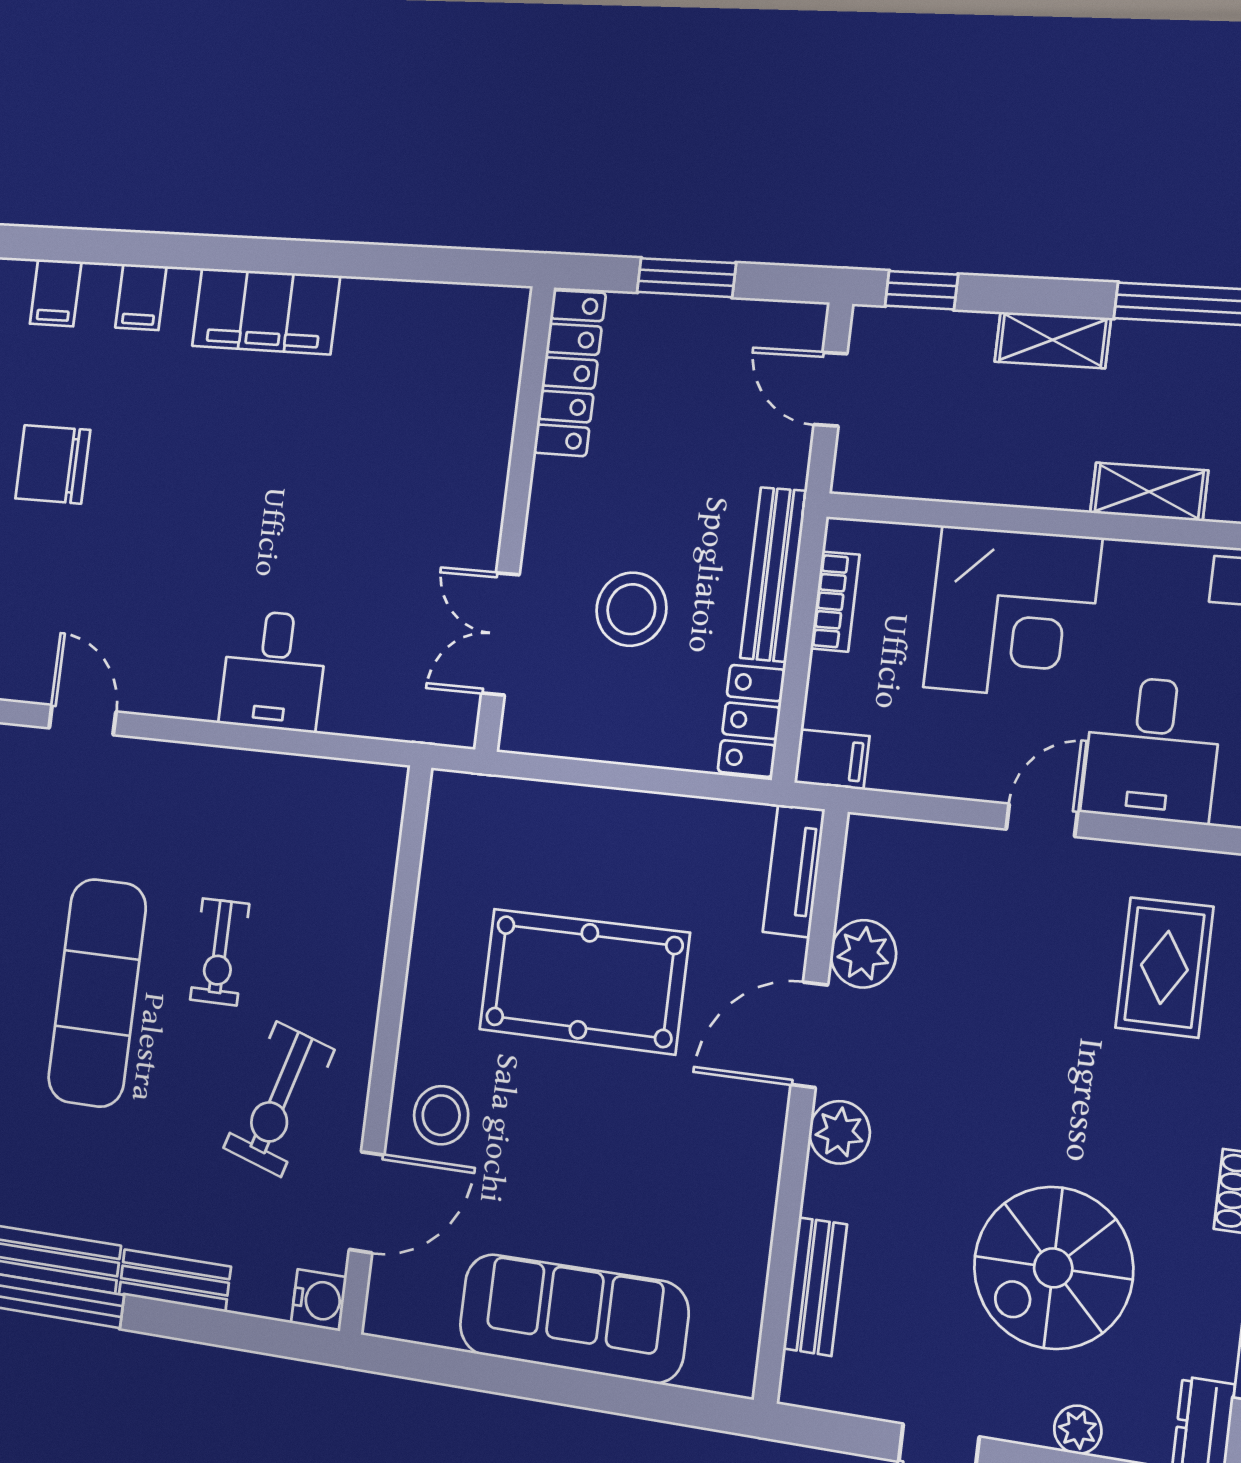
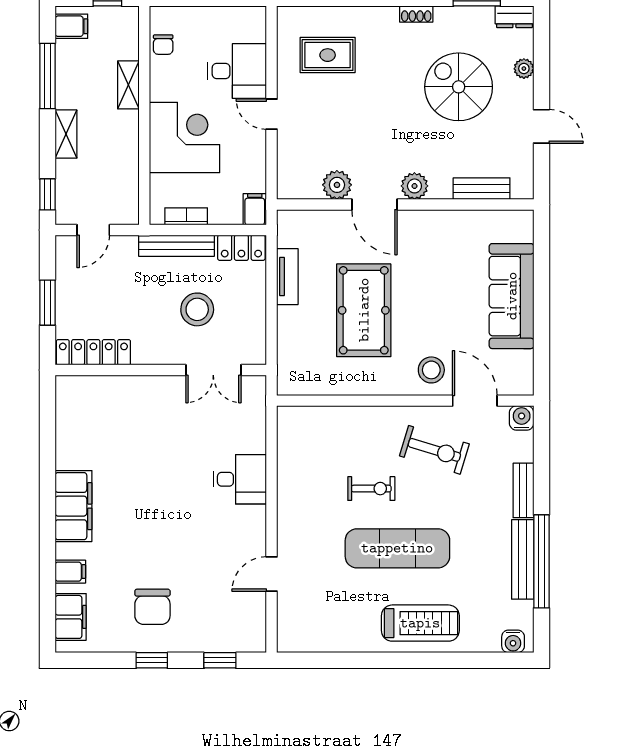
filing cabinet: (56, 293) -> (71, 617), width x2.00
tv unit: (794, 871) -> (287, 277), moved, turned -90
spiral stairs: (1053, 1268) -> (459, 87), turned 180

